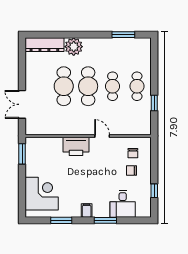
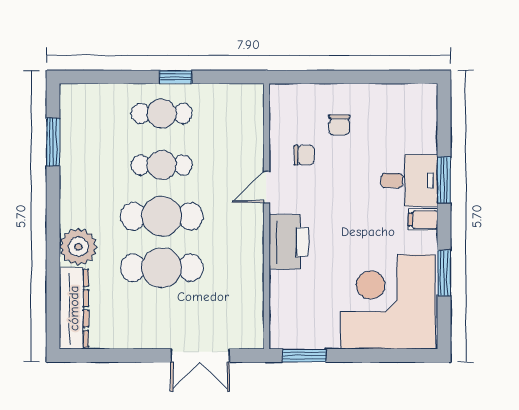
window: (154, 103) -> (175, 77), moved
chair: (133, 153) -> (304, 155), moved
window: (154, 191) -> (382, 77), removed
corner desk: (42, 194) -> (388, 302), width x1.36, depth x1.36
desk: (123, 204) -> (409, 180), moved

